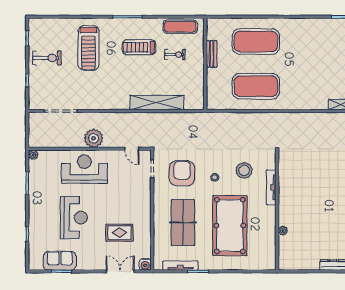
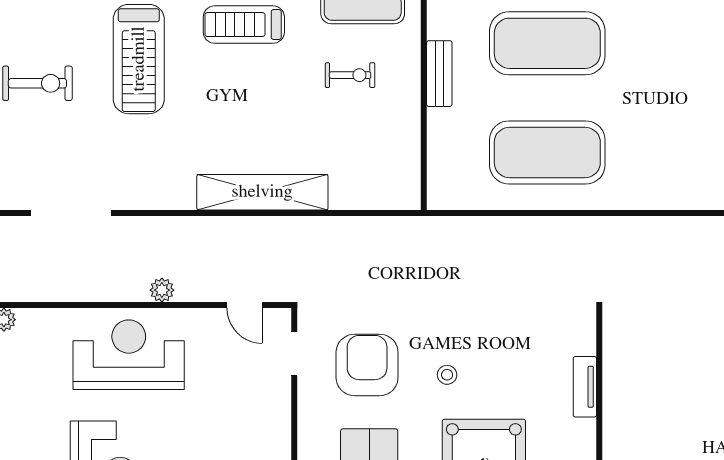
treadmill: (139, 47) -> (244, 25), moved
shelving: (157, 103) -> (262, 192), moved
plant: (94, 138) -> (162, 290), width x0.53, depth x0.53
stool: (244, 170) -> (518, 358), removed
tv unit: (271, 187) -> (585, 387), width x0.71

